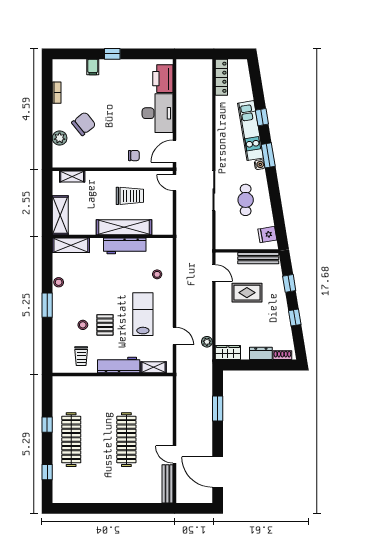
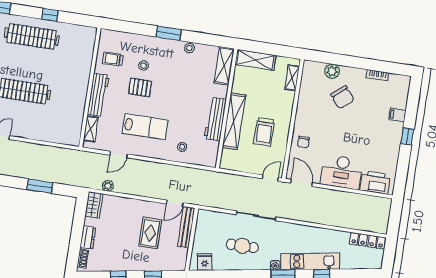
bench: (258, 258) -> (186, 227), moved

